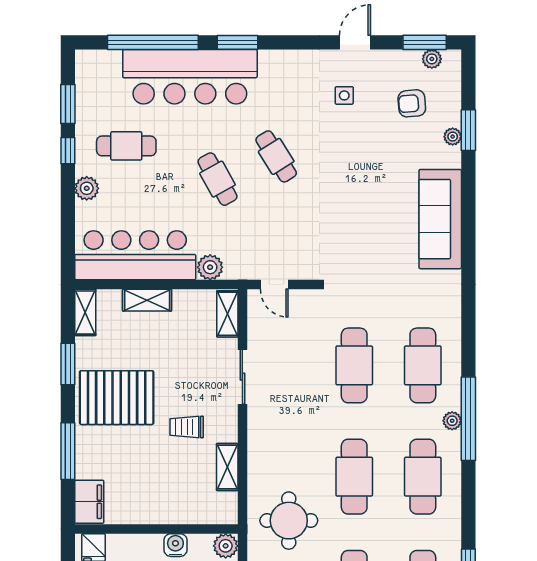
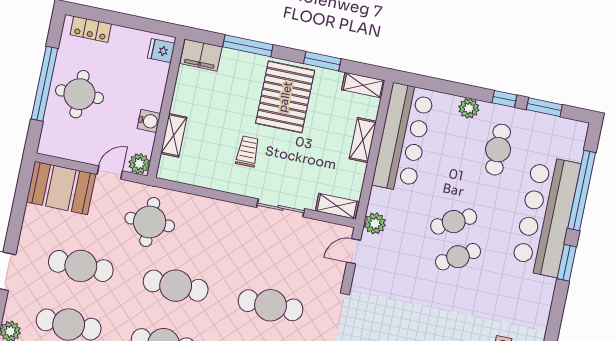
cafe table: (276, 156) -> (458, 257), moved
plant: (210, 267) -> (375, 223), moved
shelving: (227, 467) -> (174, 135), moved, turned 90

